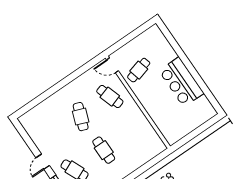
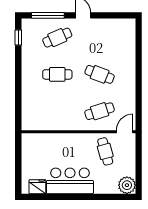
plant: (154, 34) -> (127, 185), added
fridge: (204, 105) -> (37, 187), added

